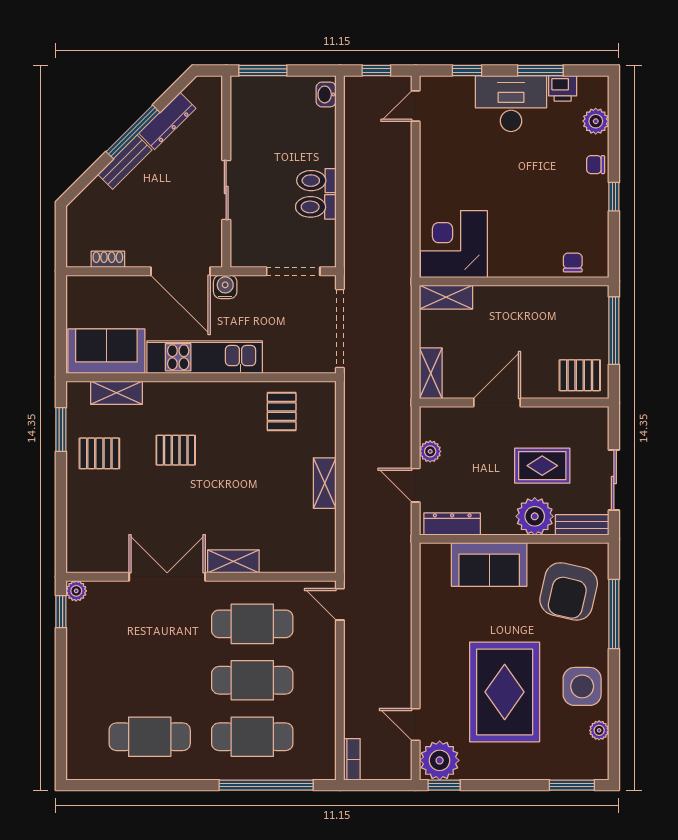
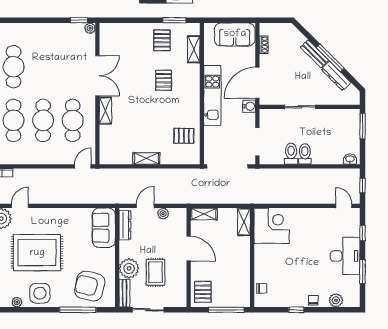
printer: (563, 88) -> (353, 283), removed
sofa: (106, 351) -> (235, 34), moved, turned 90
sofa: (489, 565) -> (104, 228), moved

